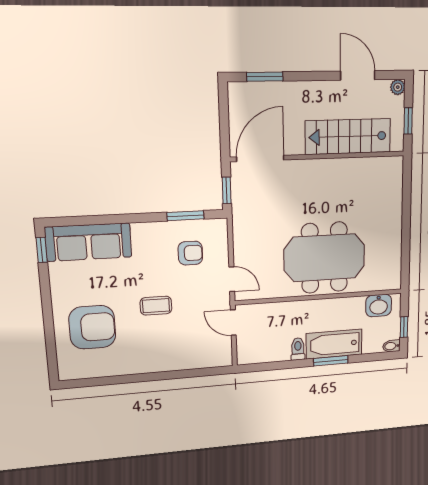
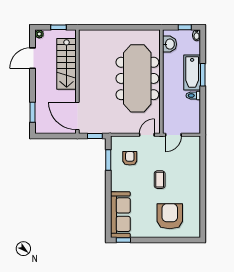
meeting table: (324, 258) -> (137, 78), width x1.36

